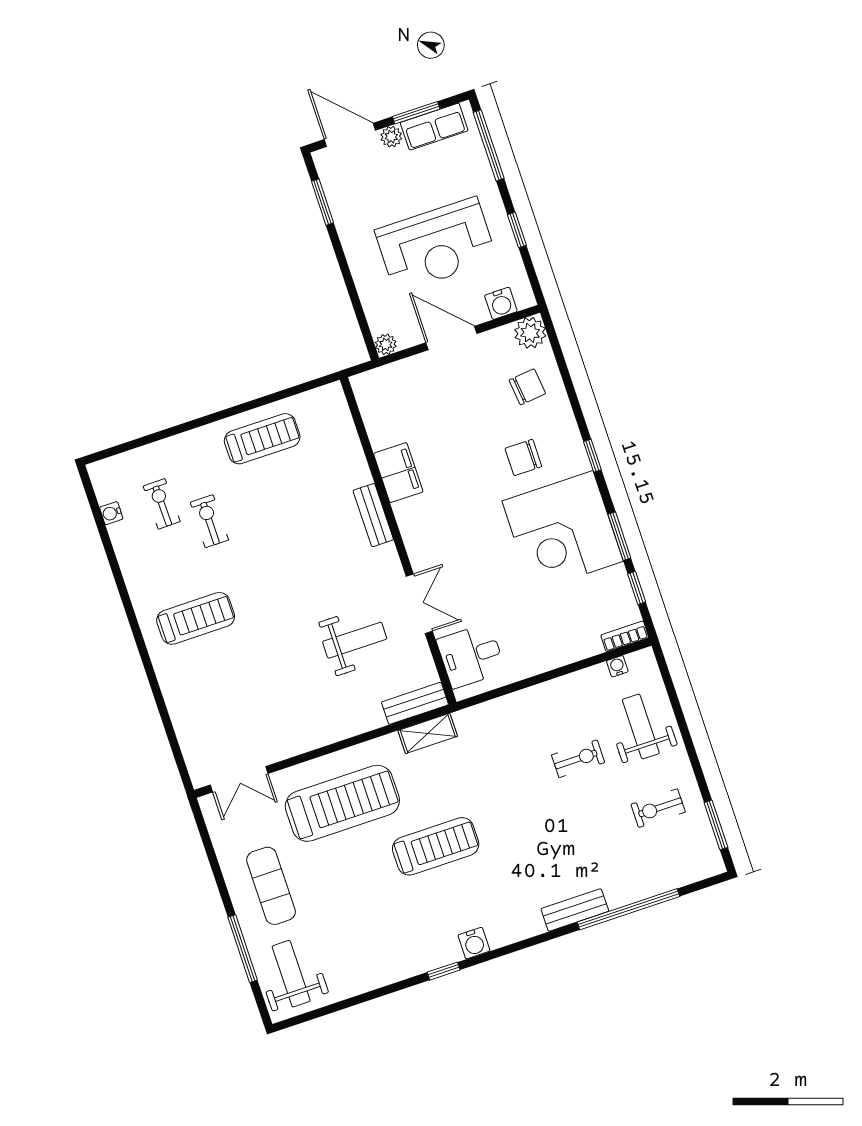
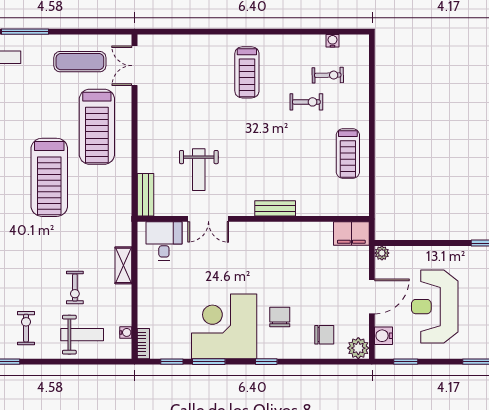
window: (517, 230) -> (406, 362), moved
chair: (527, 387) -> (324, 335), turned -84
filing cabinet: (398, 473) -> (351, 234), moved
shelving: (428, 733) -> (123, 265), moved
treadmill: (436, 846) -> (49, 177), width x1.37, depth x1.38
exercise mat: (271, 886) -> (80, 62), moved

